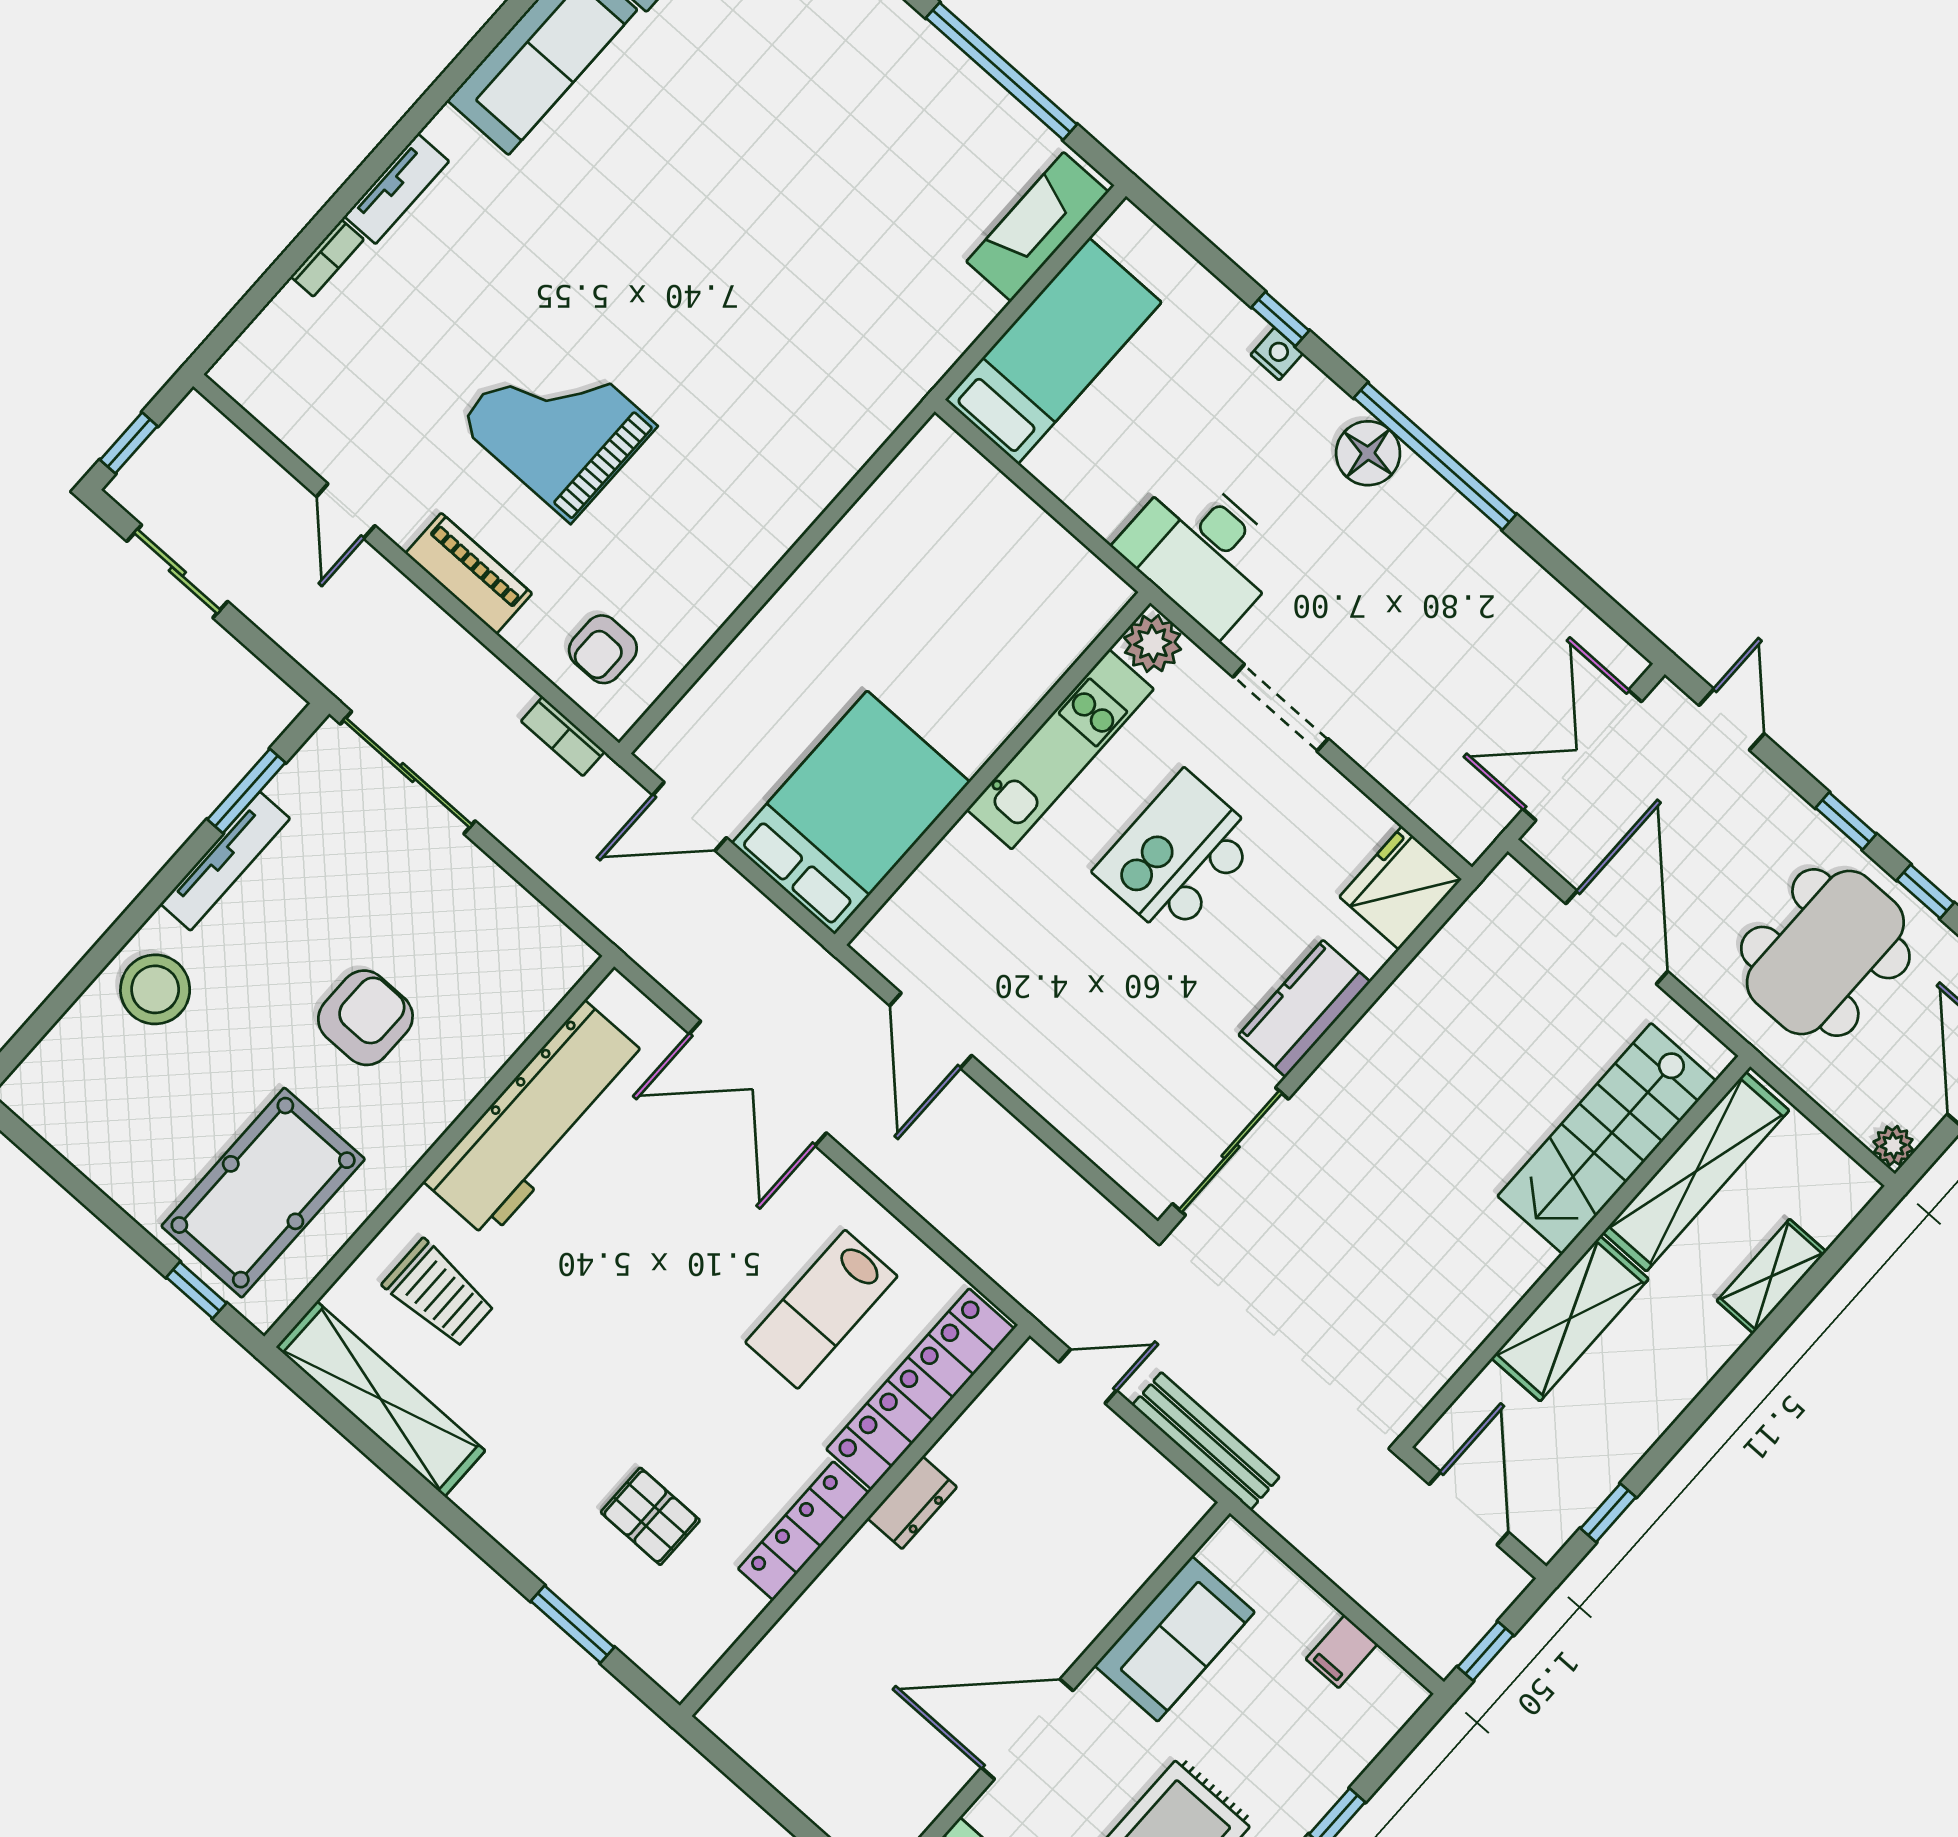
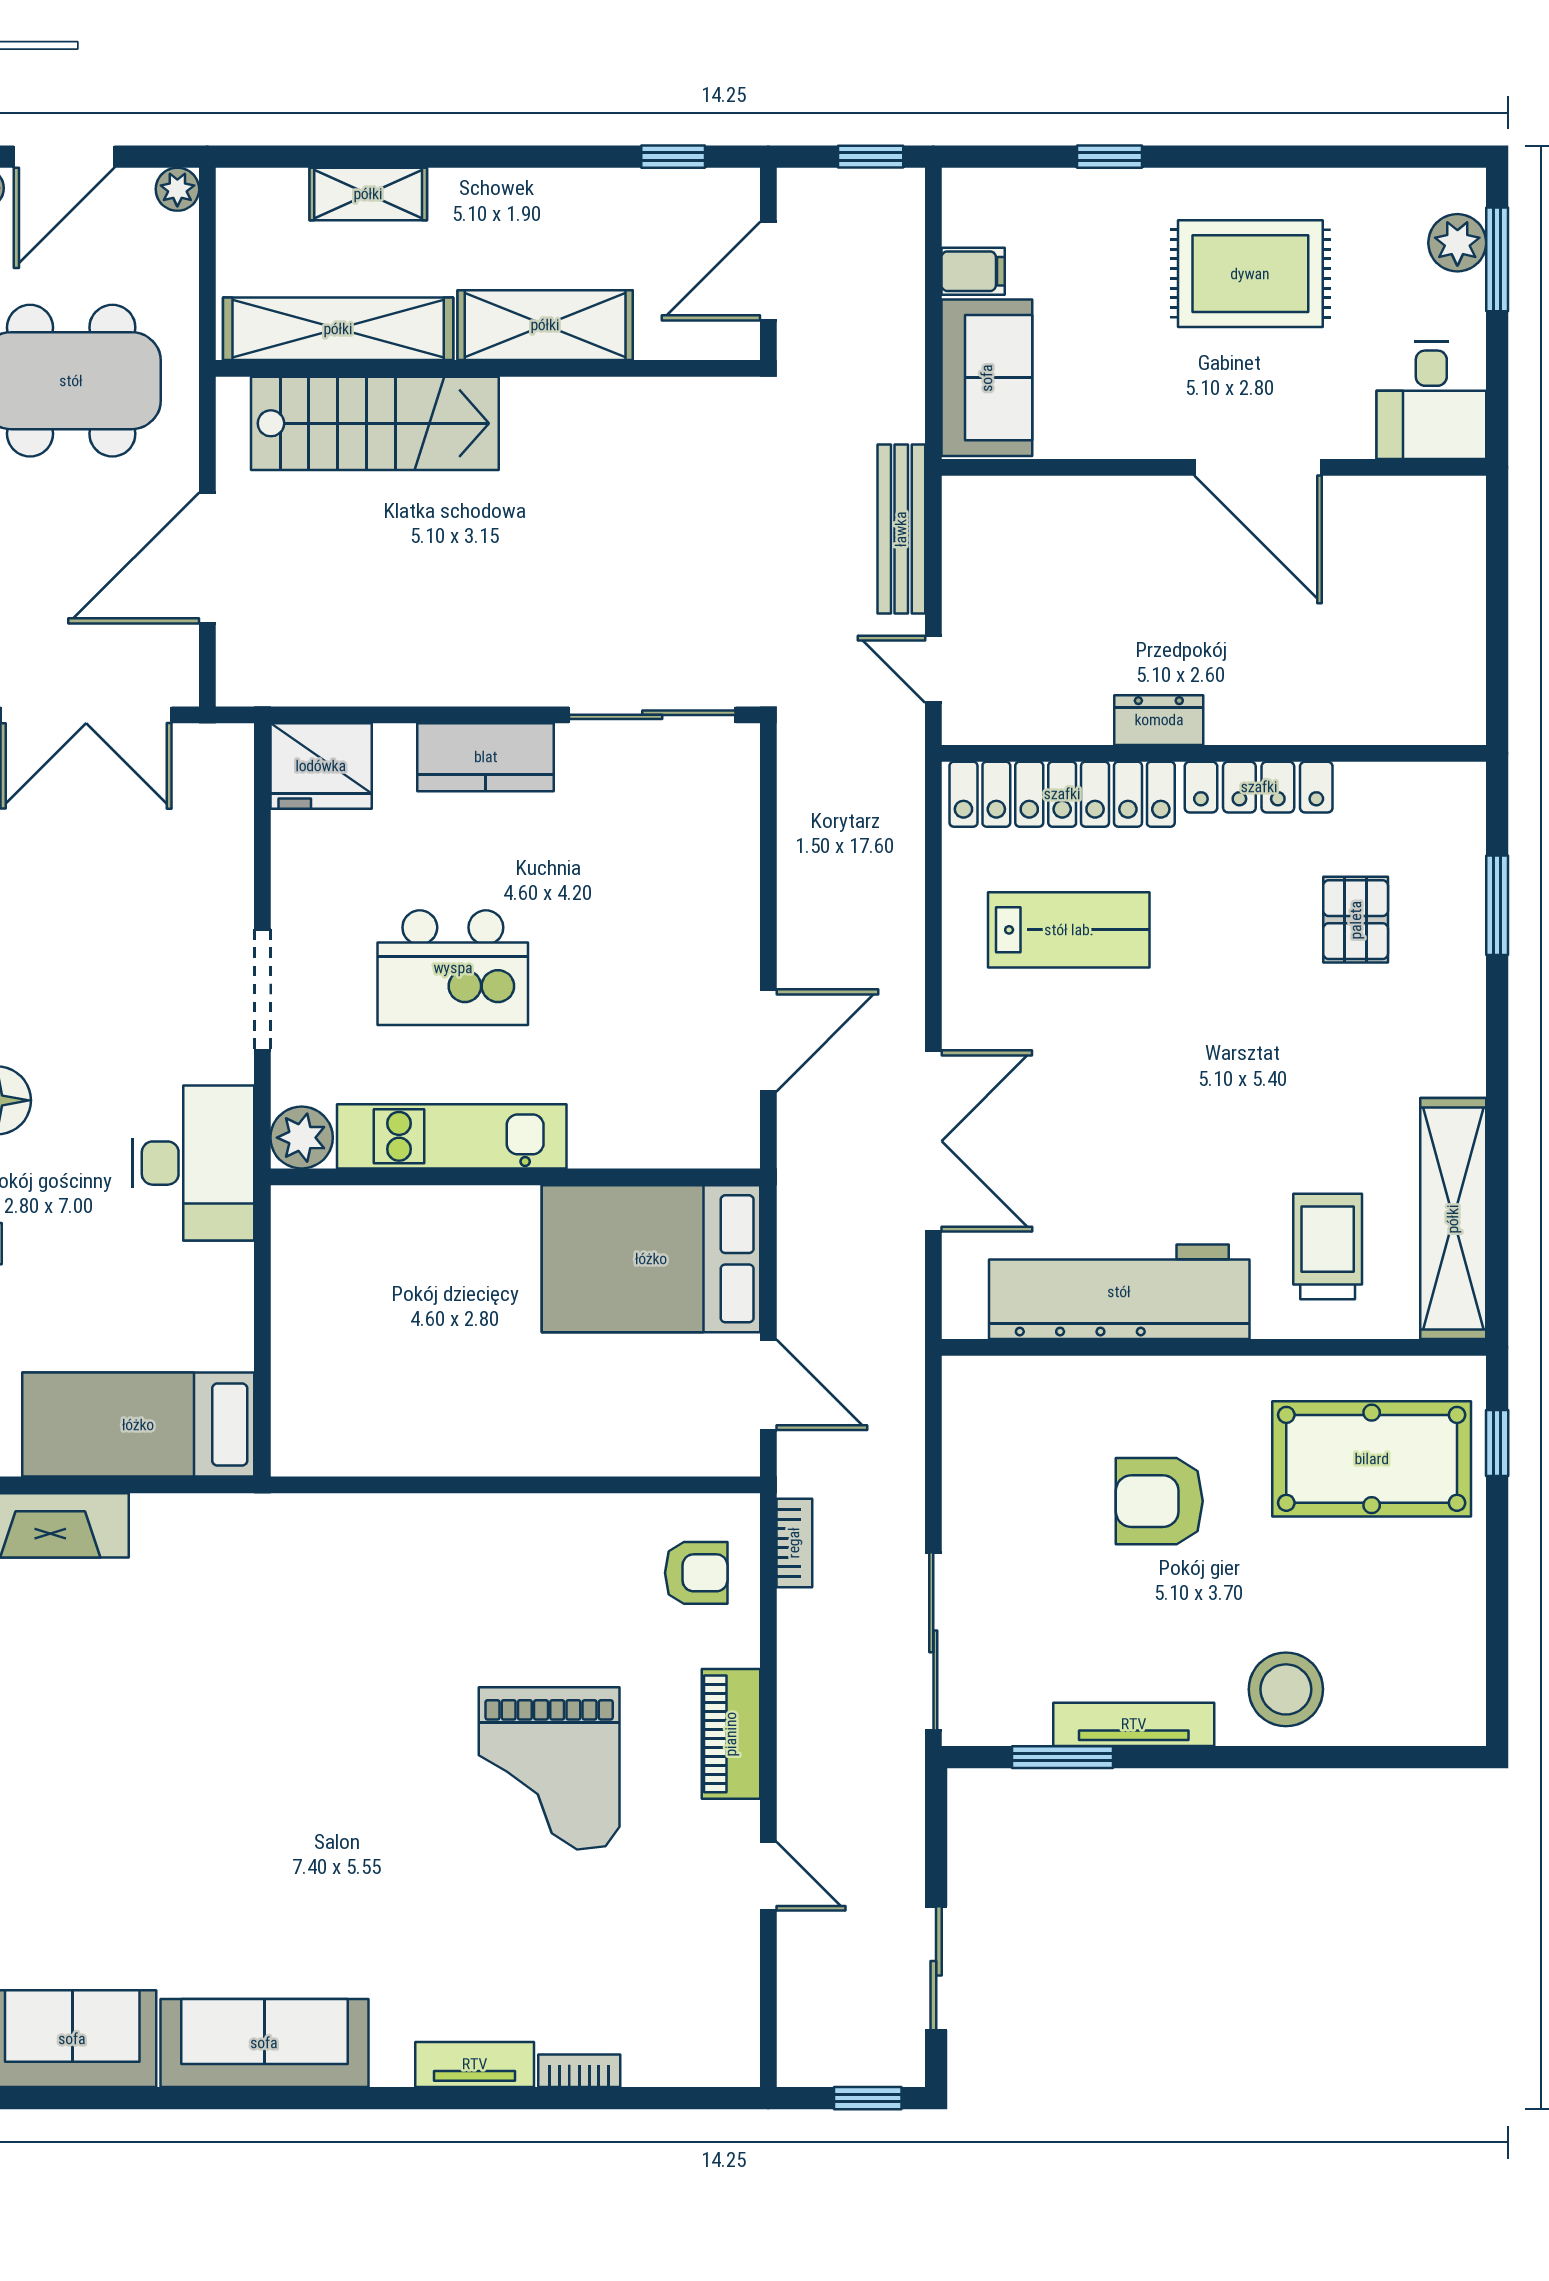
door: (346, 511) -> (768, 1876), hinge flipped
sofa: (1175, 1639) -> (987, 378), moved, turned 90

